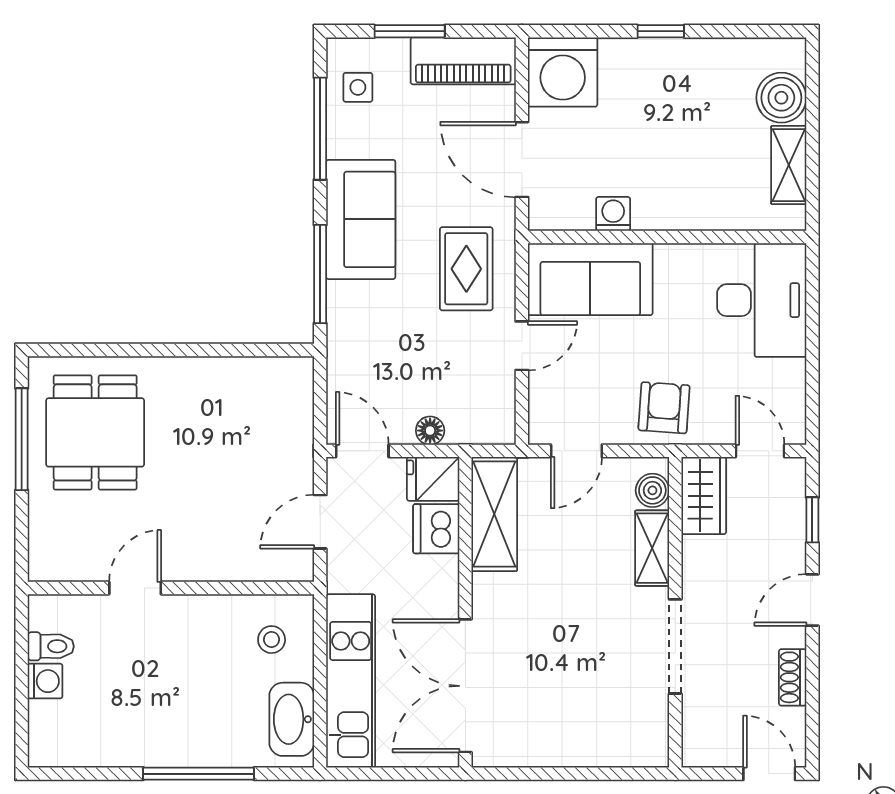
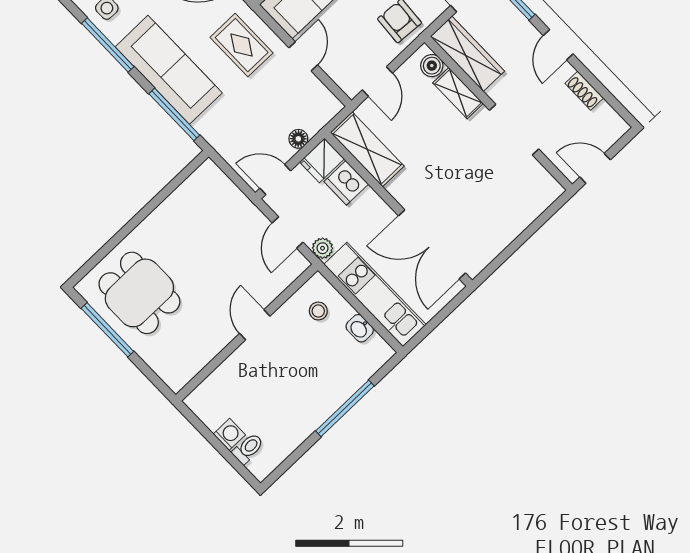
sofa: (361, 219) -> (169, 70), width x1.36
wardrobe: (704, 496) -> (467, 54), width x1.50
plant: (342, 575) -> (322, 248), added
door: (135, 588) -> (255, 325), moved
toilet: (51, 646) -> (248, 448), moved
washbasin: (292, 719) -> (360, 328), width x0.52, depth x0.69
door: (769, 774) -> (595, 168), moved

